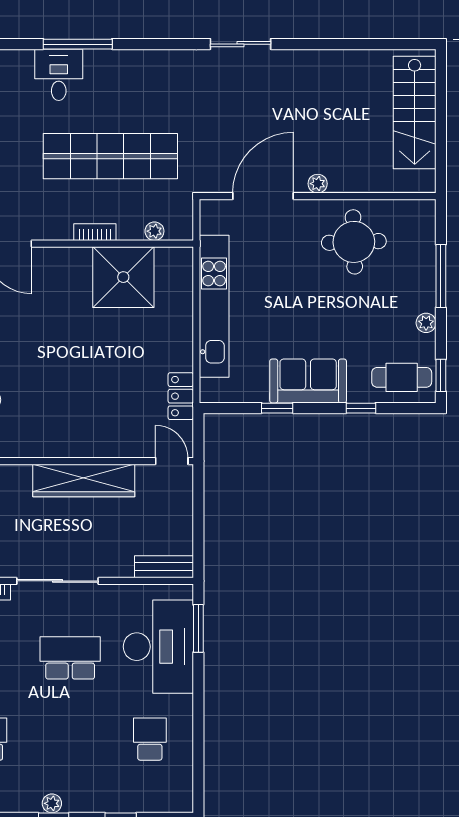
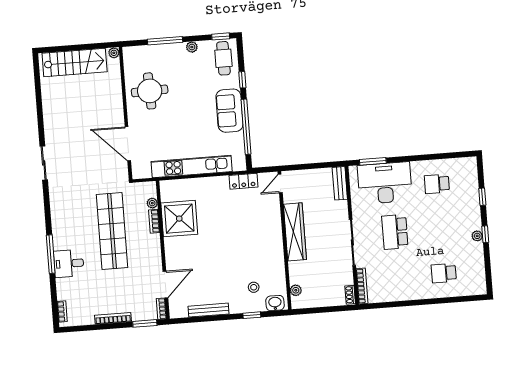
plant: (318, 184) -> (114, 53), moved
bookcase: (95, 232) -> (154, 221), moved
window: (277, 408) -> (246, 127), width x3.17

